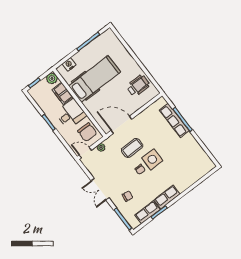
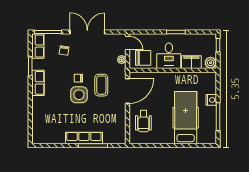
nightstand: (69, 64) -> (211, 100), moved
hospital bed: (95, 79) -> (186, 118), moved, turned 180
wheelchair: (138, 86) -> (143, 121), moved
row of seats: (174, 120) -> (84, 138), moved
chair: (87, 132) -> (143, 58), turned 180
door: (85, 153) -> (127, 43), hinge flipped
double door: (100, 189) -> (87, 32), width x1.37
row of seats: (147, 212) -> (38, 46), moved

